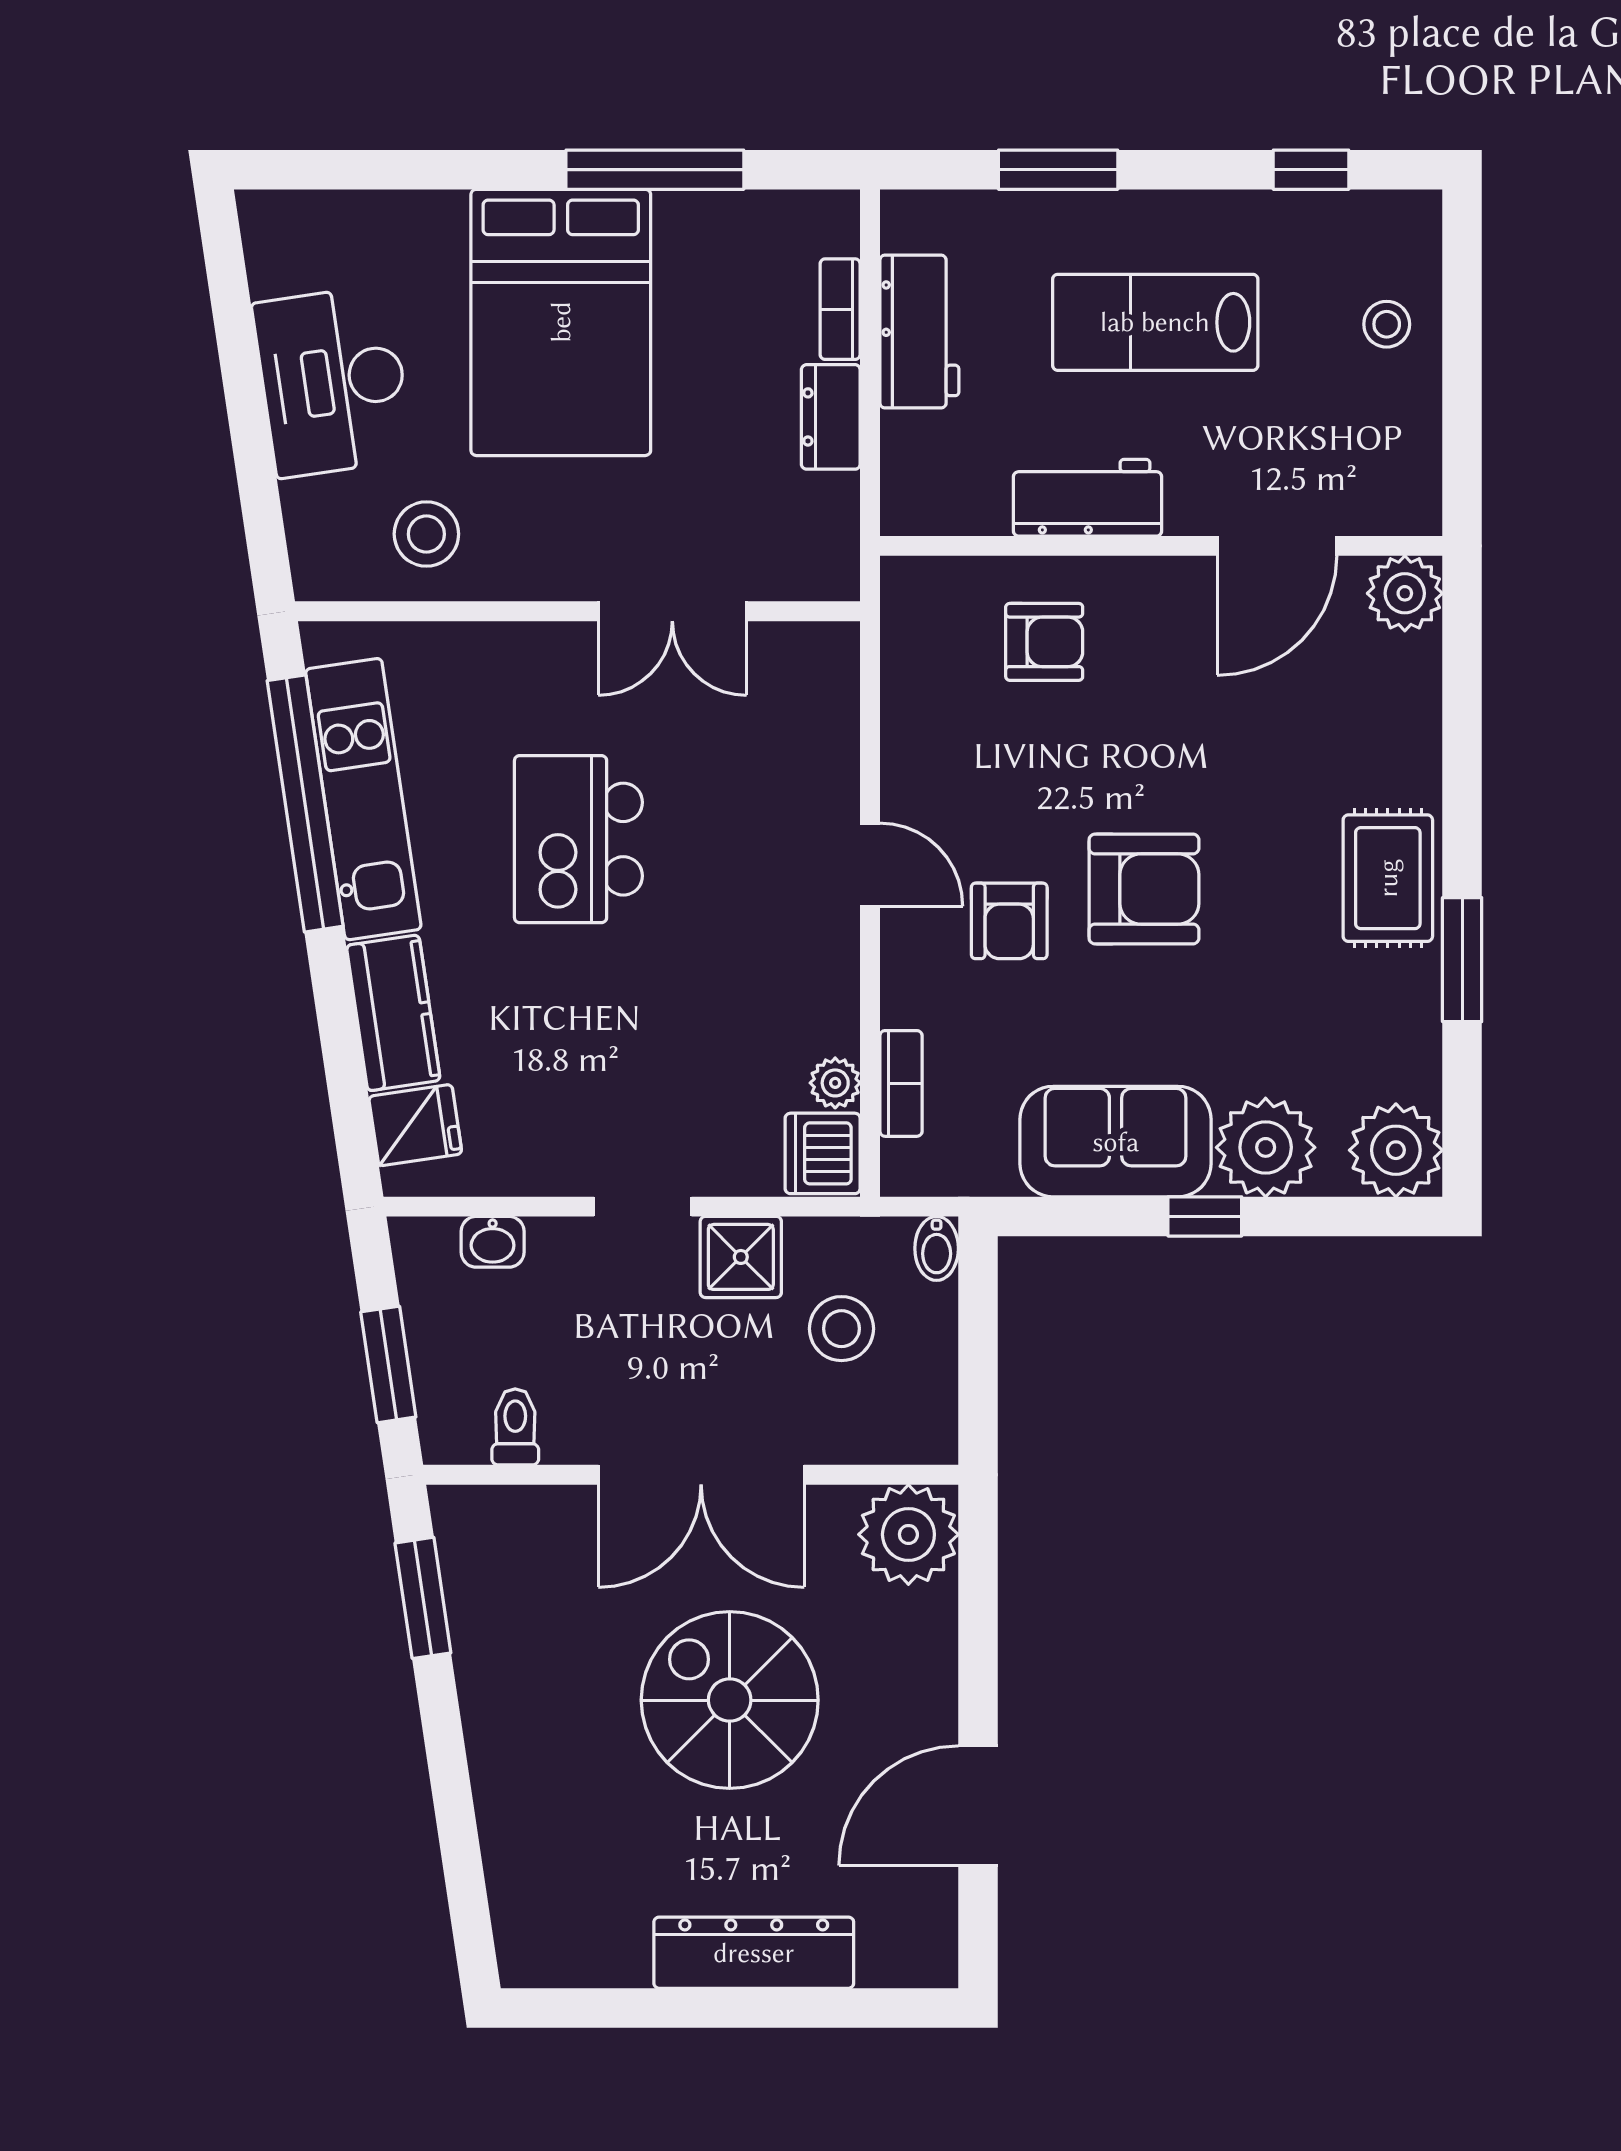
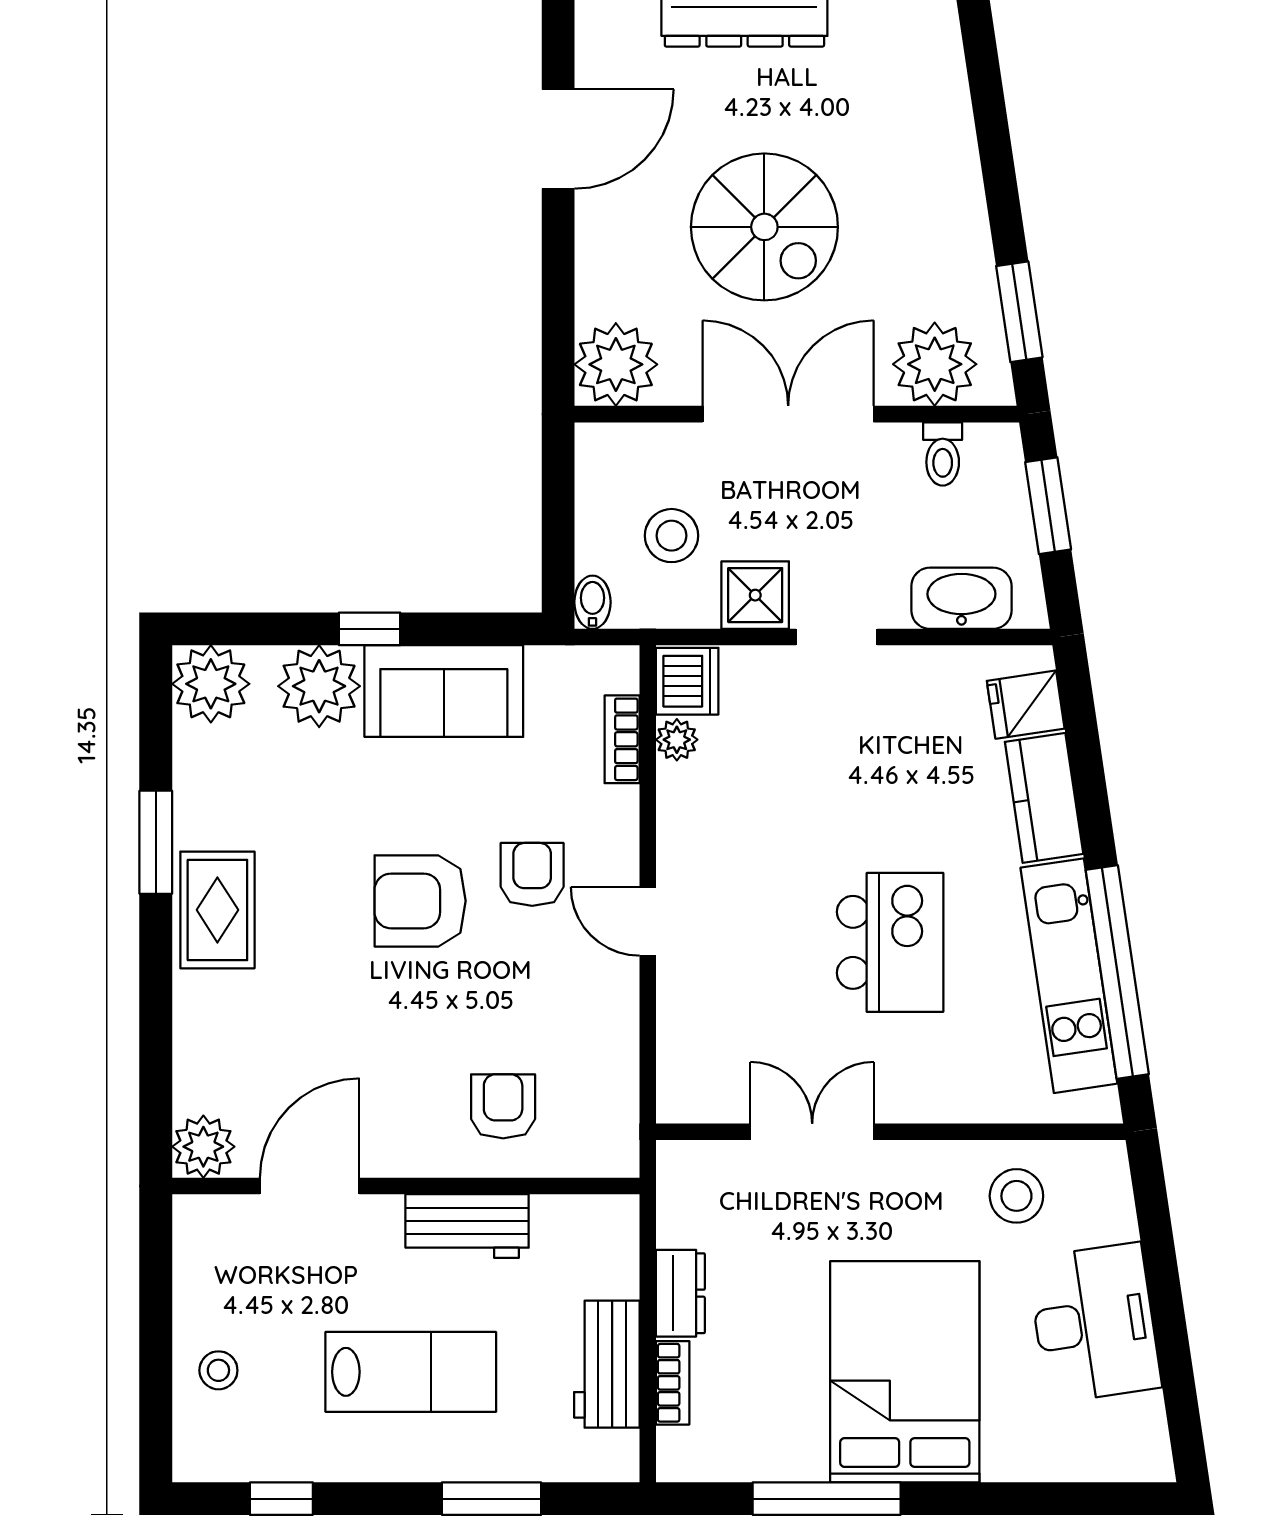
armchair: (1044, 642) -> (503, 1106), turned 90
washbasin: (493, 1242) -> (961, 598), width x1.91, depth x1.45
plant: (525, 1535) -> (935, 364), added

